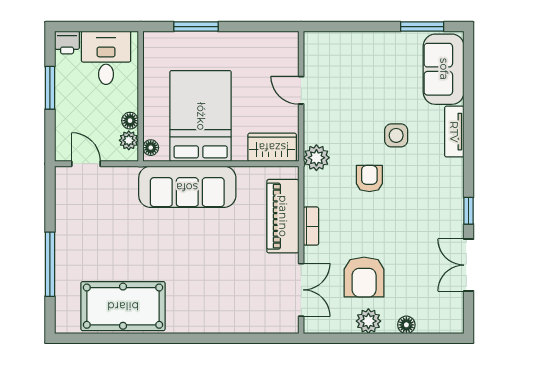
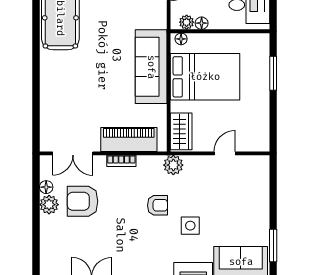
floor lamp: (406, 325) -> (46, 187), moved

